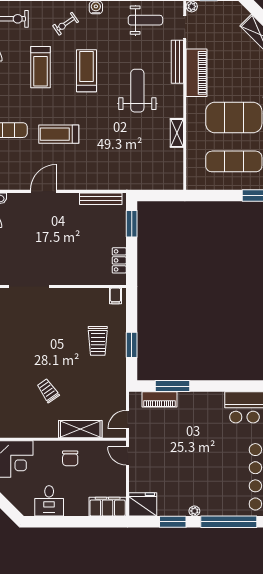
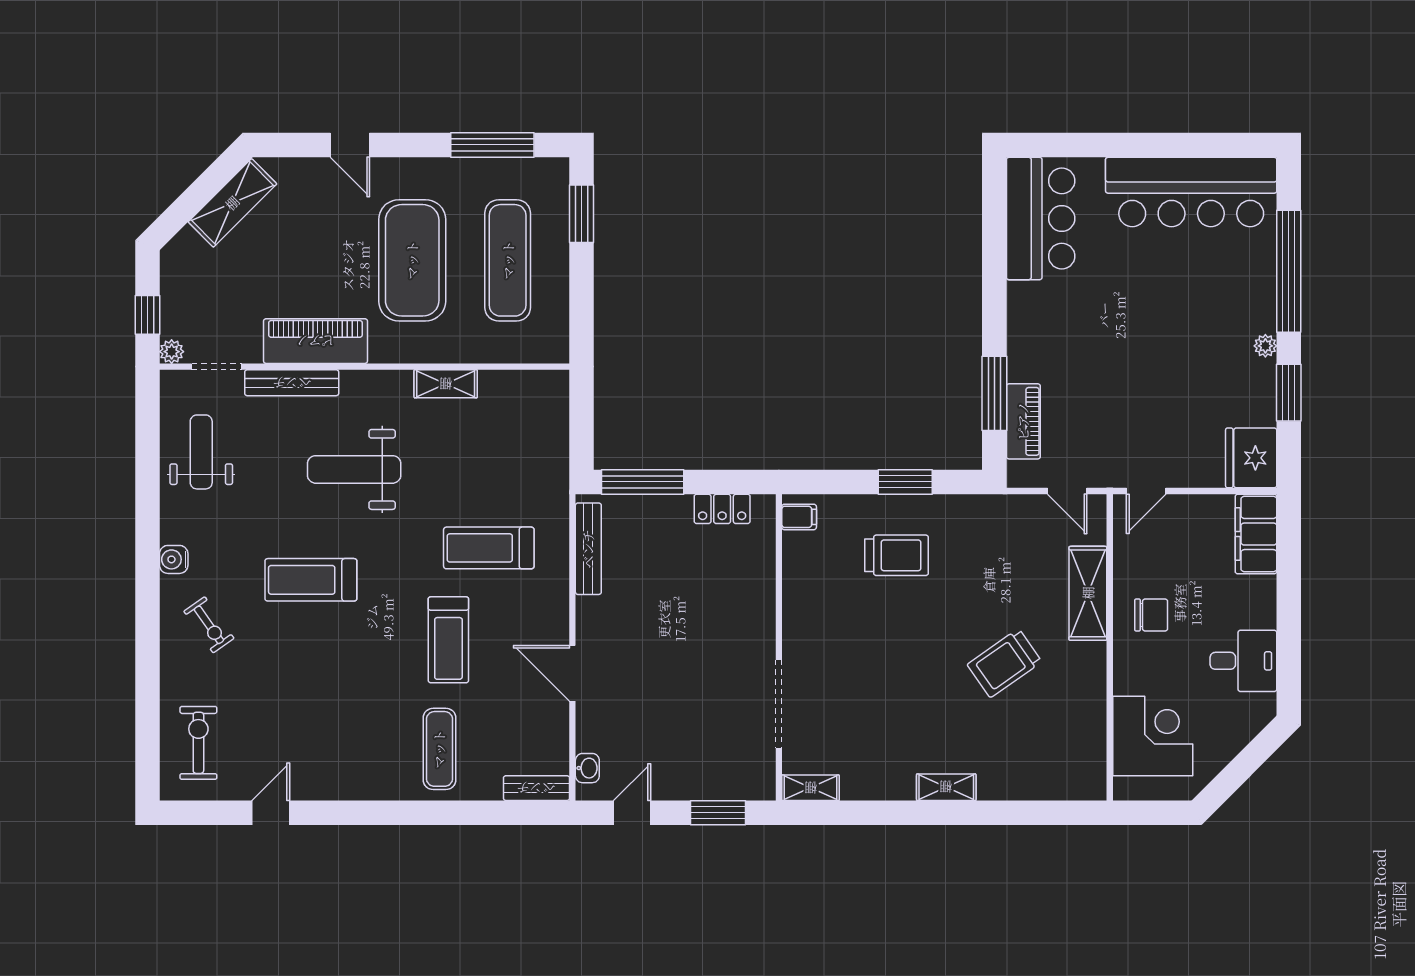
treadmill: (41, 67) -> (489, 548), moved, turned 180
window: (132, 224) -> (643, 482), width x1.44
trolley: (48, 391) -> (1004, 663), width x1.36, depth x1.39

